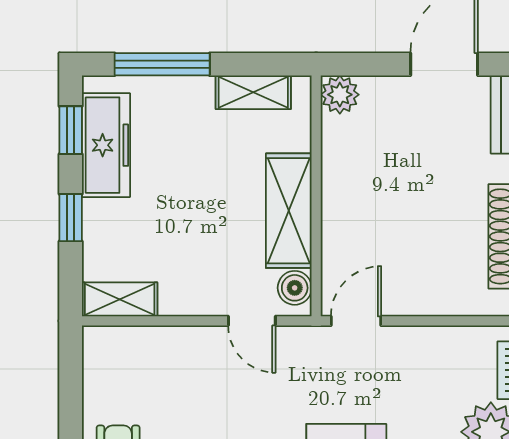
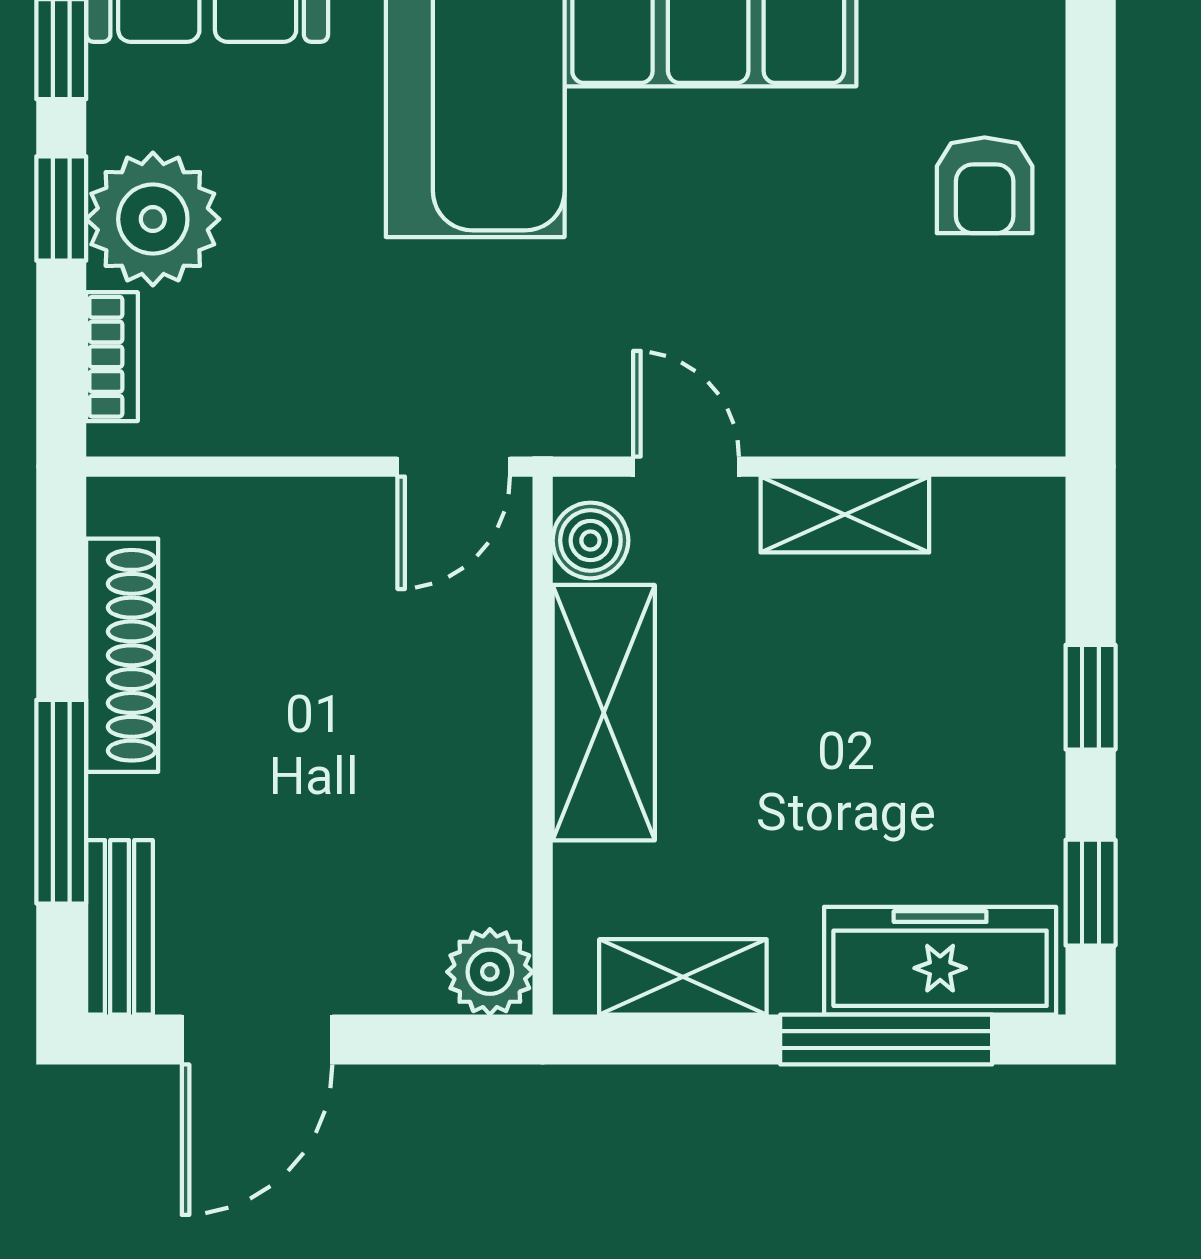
freezer: (106, 145) -> (940, 961), moved, turned 90
shelving: (120, 299) -> (845, 515), moved

